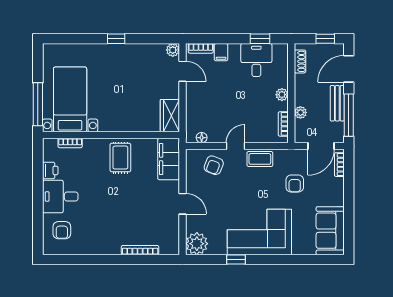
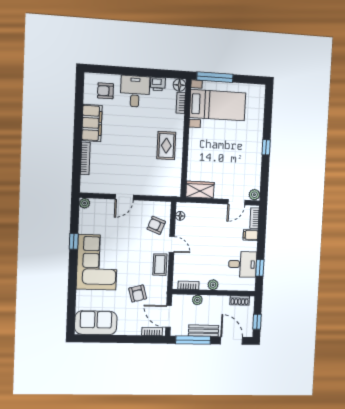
floor lamp: (50, 145) -> (179, 85), added
rug: (120, 158) -> (166, 146), turned 90
filing cabinet: (169, 159) -> (92, 123), moved, turned 90
armchair: (295, 184) -> (138, 294), turned -105
plant: (197, 244) -> (85, 203), width x0.53, depth x0.53

